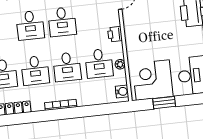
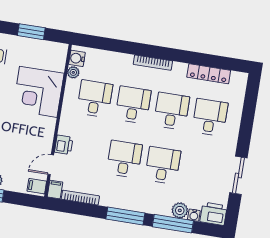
printer: (115, 34) -> (64, 145), moved
plant: (120, 64) -> (73, 72), moved
corner desk: (153, 80) -> (38, 92), moved, turned 90

